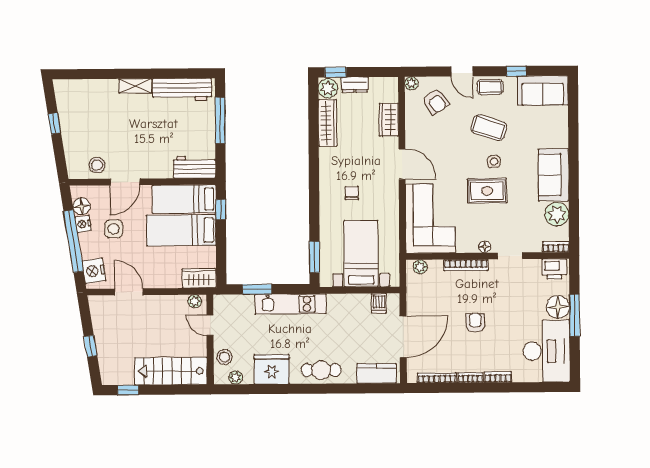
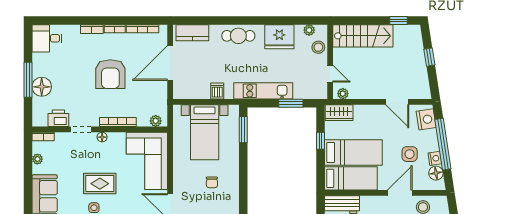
window: (221, 210) -> (321, 141), moved
plant: (557, 214) -> (37, 159), width x0.53, depth x0.53
printer: (554, 269) -> (58, 118), moved
dishwasher: (379, 303) -> (217, 91), moved
armchair: (475, 323) -> (110, 74), width x1.88, depth x1.88
desk: (546, 351) -> (47, 38), width x0.53, depth x0.77

